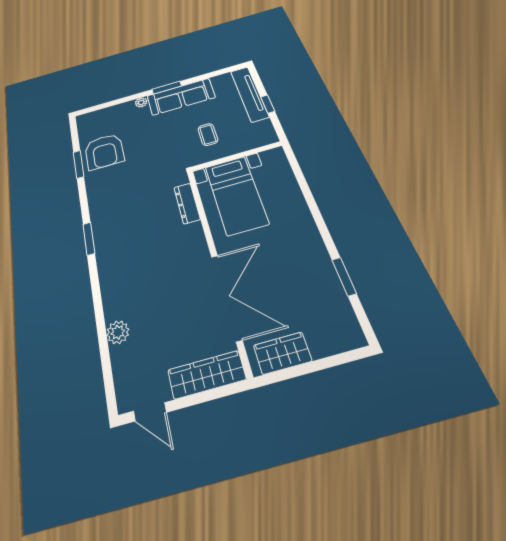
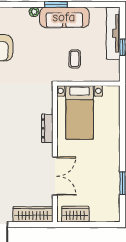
dresser: (187, 203) -> (47, 128), moved
double door: (226, 297) -> (55, 176), width x0.73

